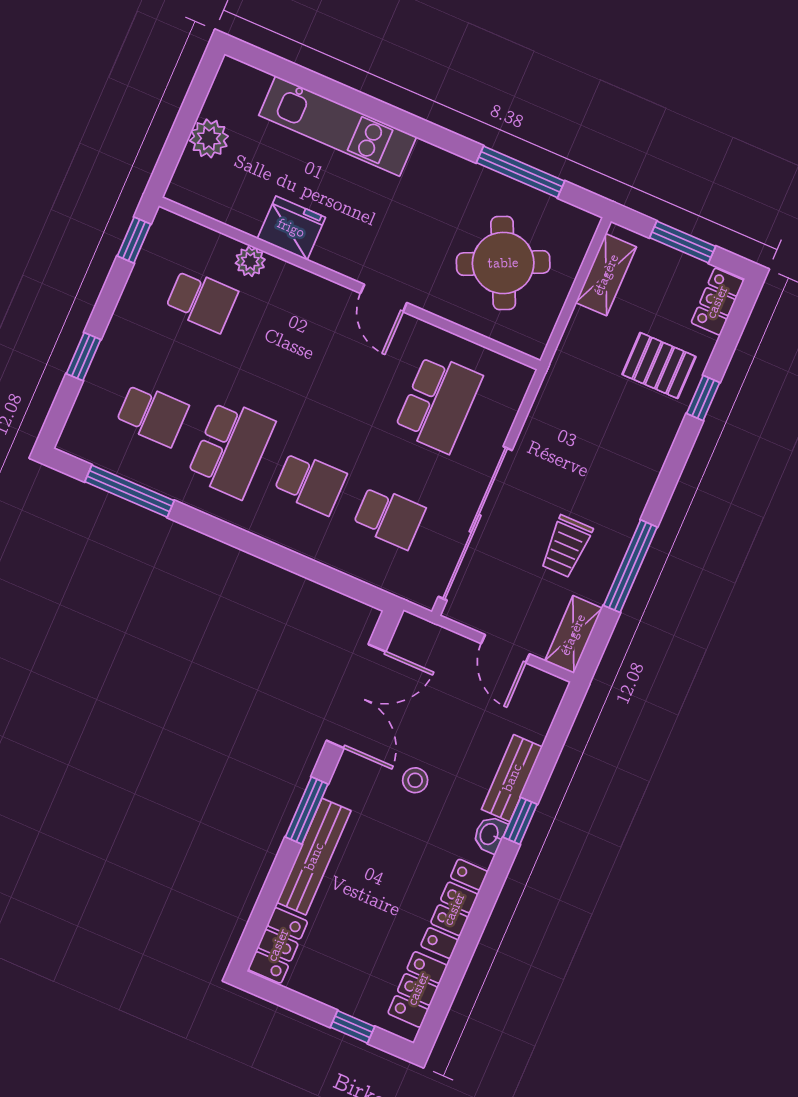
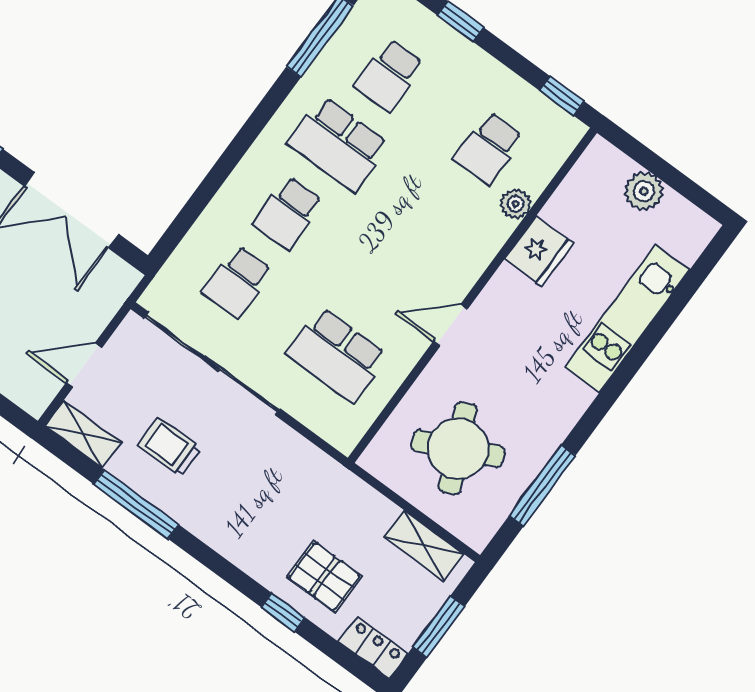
pallet: (659, 365) -> (324, 577), turned 90

